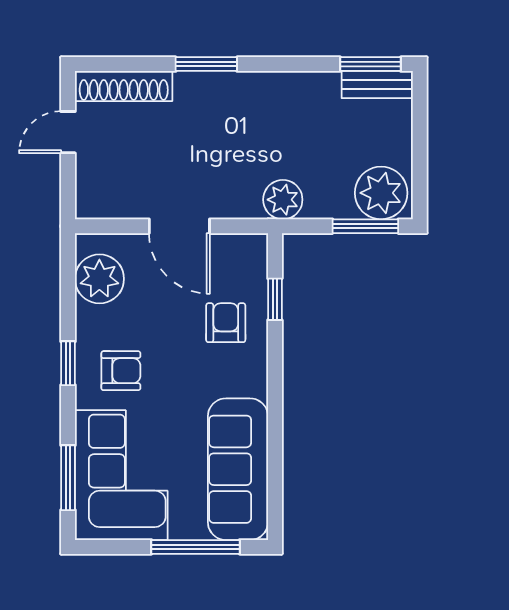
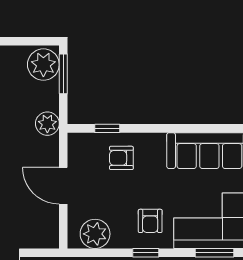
door: (179, 226) -> (63, 186), swing flipped
armchair: (121, 371) -> (150, 221), turned 180

